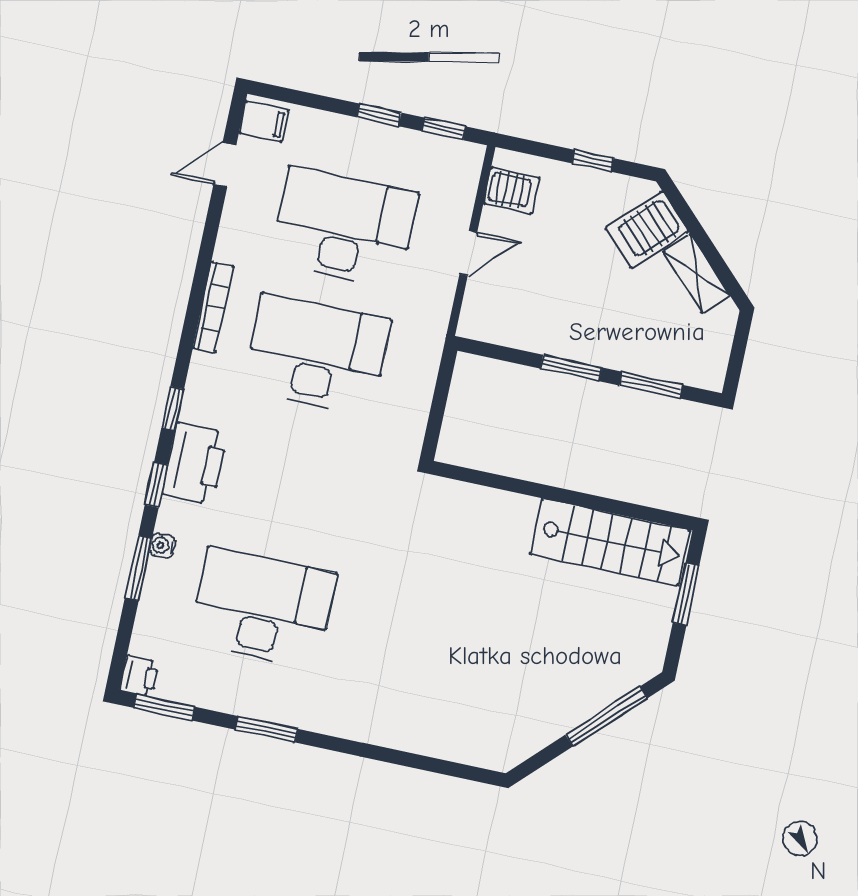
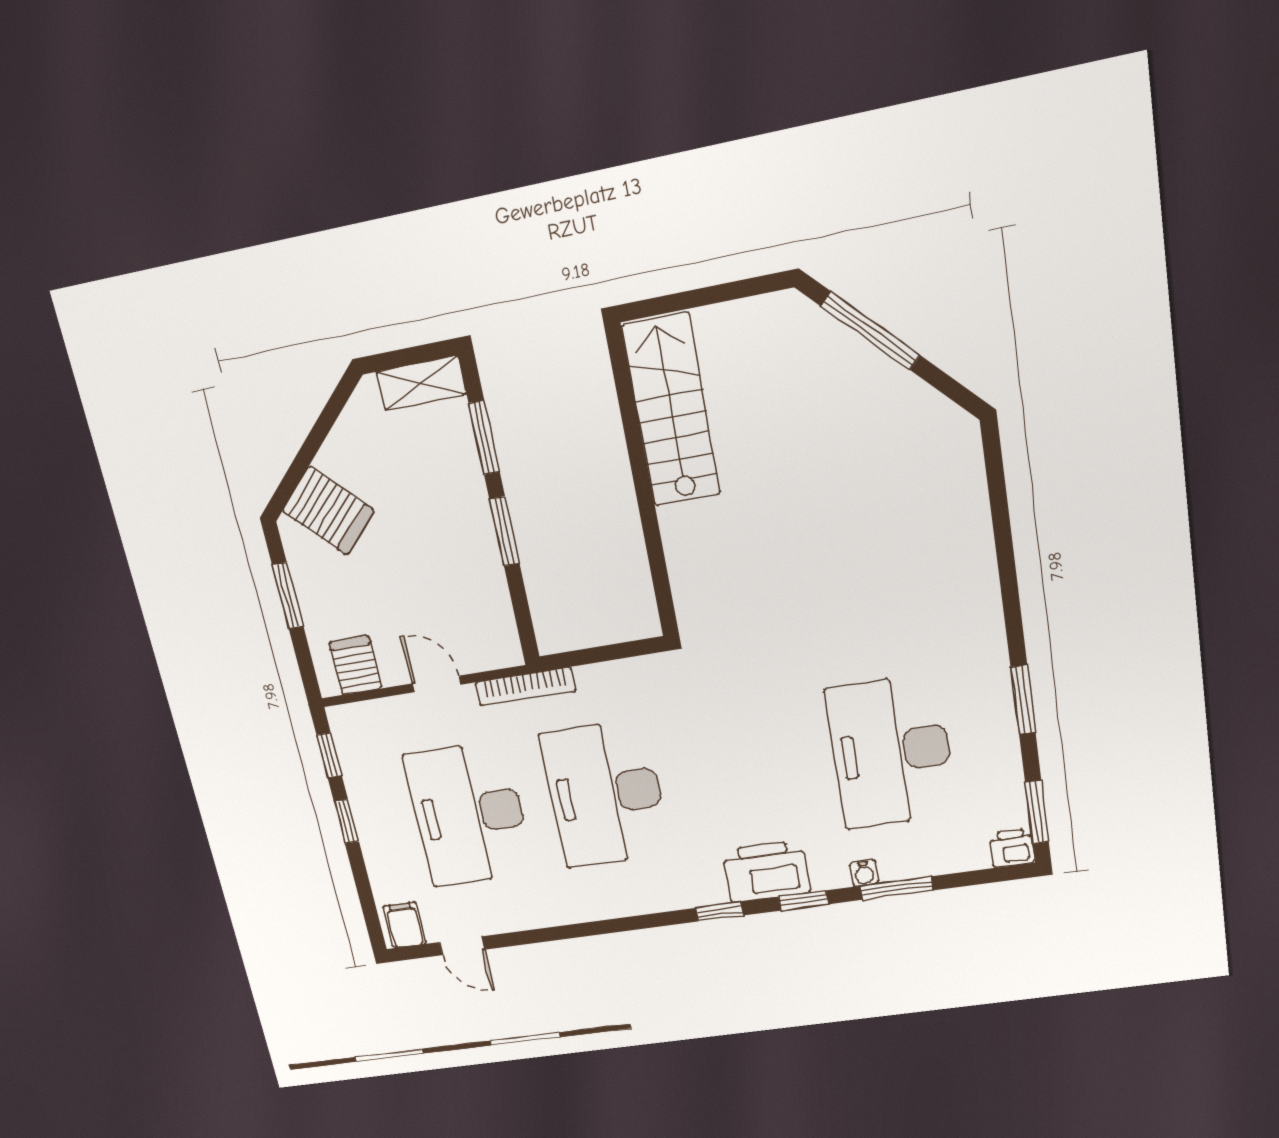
window: (593, 161) -> (288, 596), width x1.50
shelving: (696, 274) -> (421, 383), moved, turned 45
bookcase: (213, 307) -> (525, 687), moved, turned 180
window: (686, 594) -> (695, 299), removed

